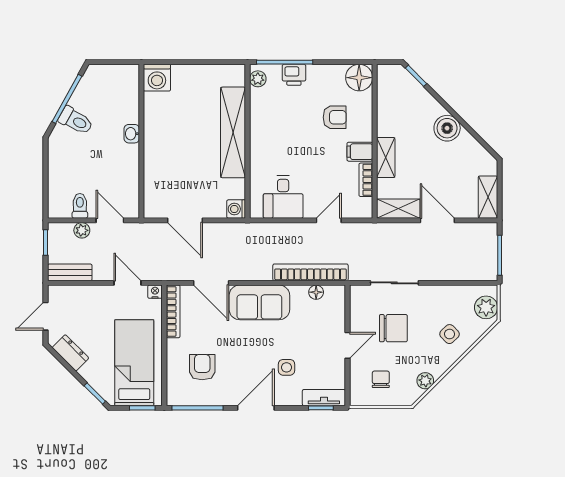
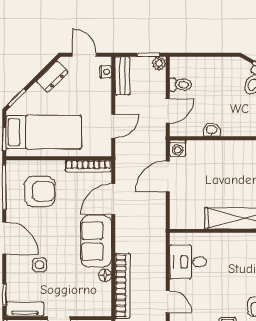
washbasin: (132, 134) -> (212, 130), moved
washing machine: (236, 209) -> (178, 148), moved, turned 180
plant: (82, 230) -> (159, 63), moved
nightstand: (155, 292) -> (106, 72), moved
floor lamp: (316, 292) -> (105, 275), moved
armchair: (202, 367) -> (40, 191), width x1.38, depth x1.38
tv unit: (324, 398) -> (25, 309), moved, turned -90

